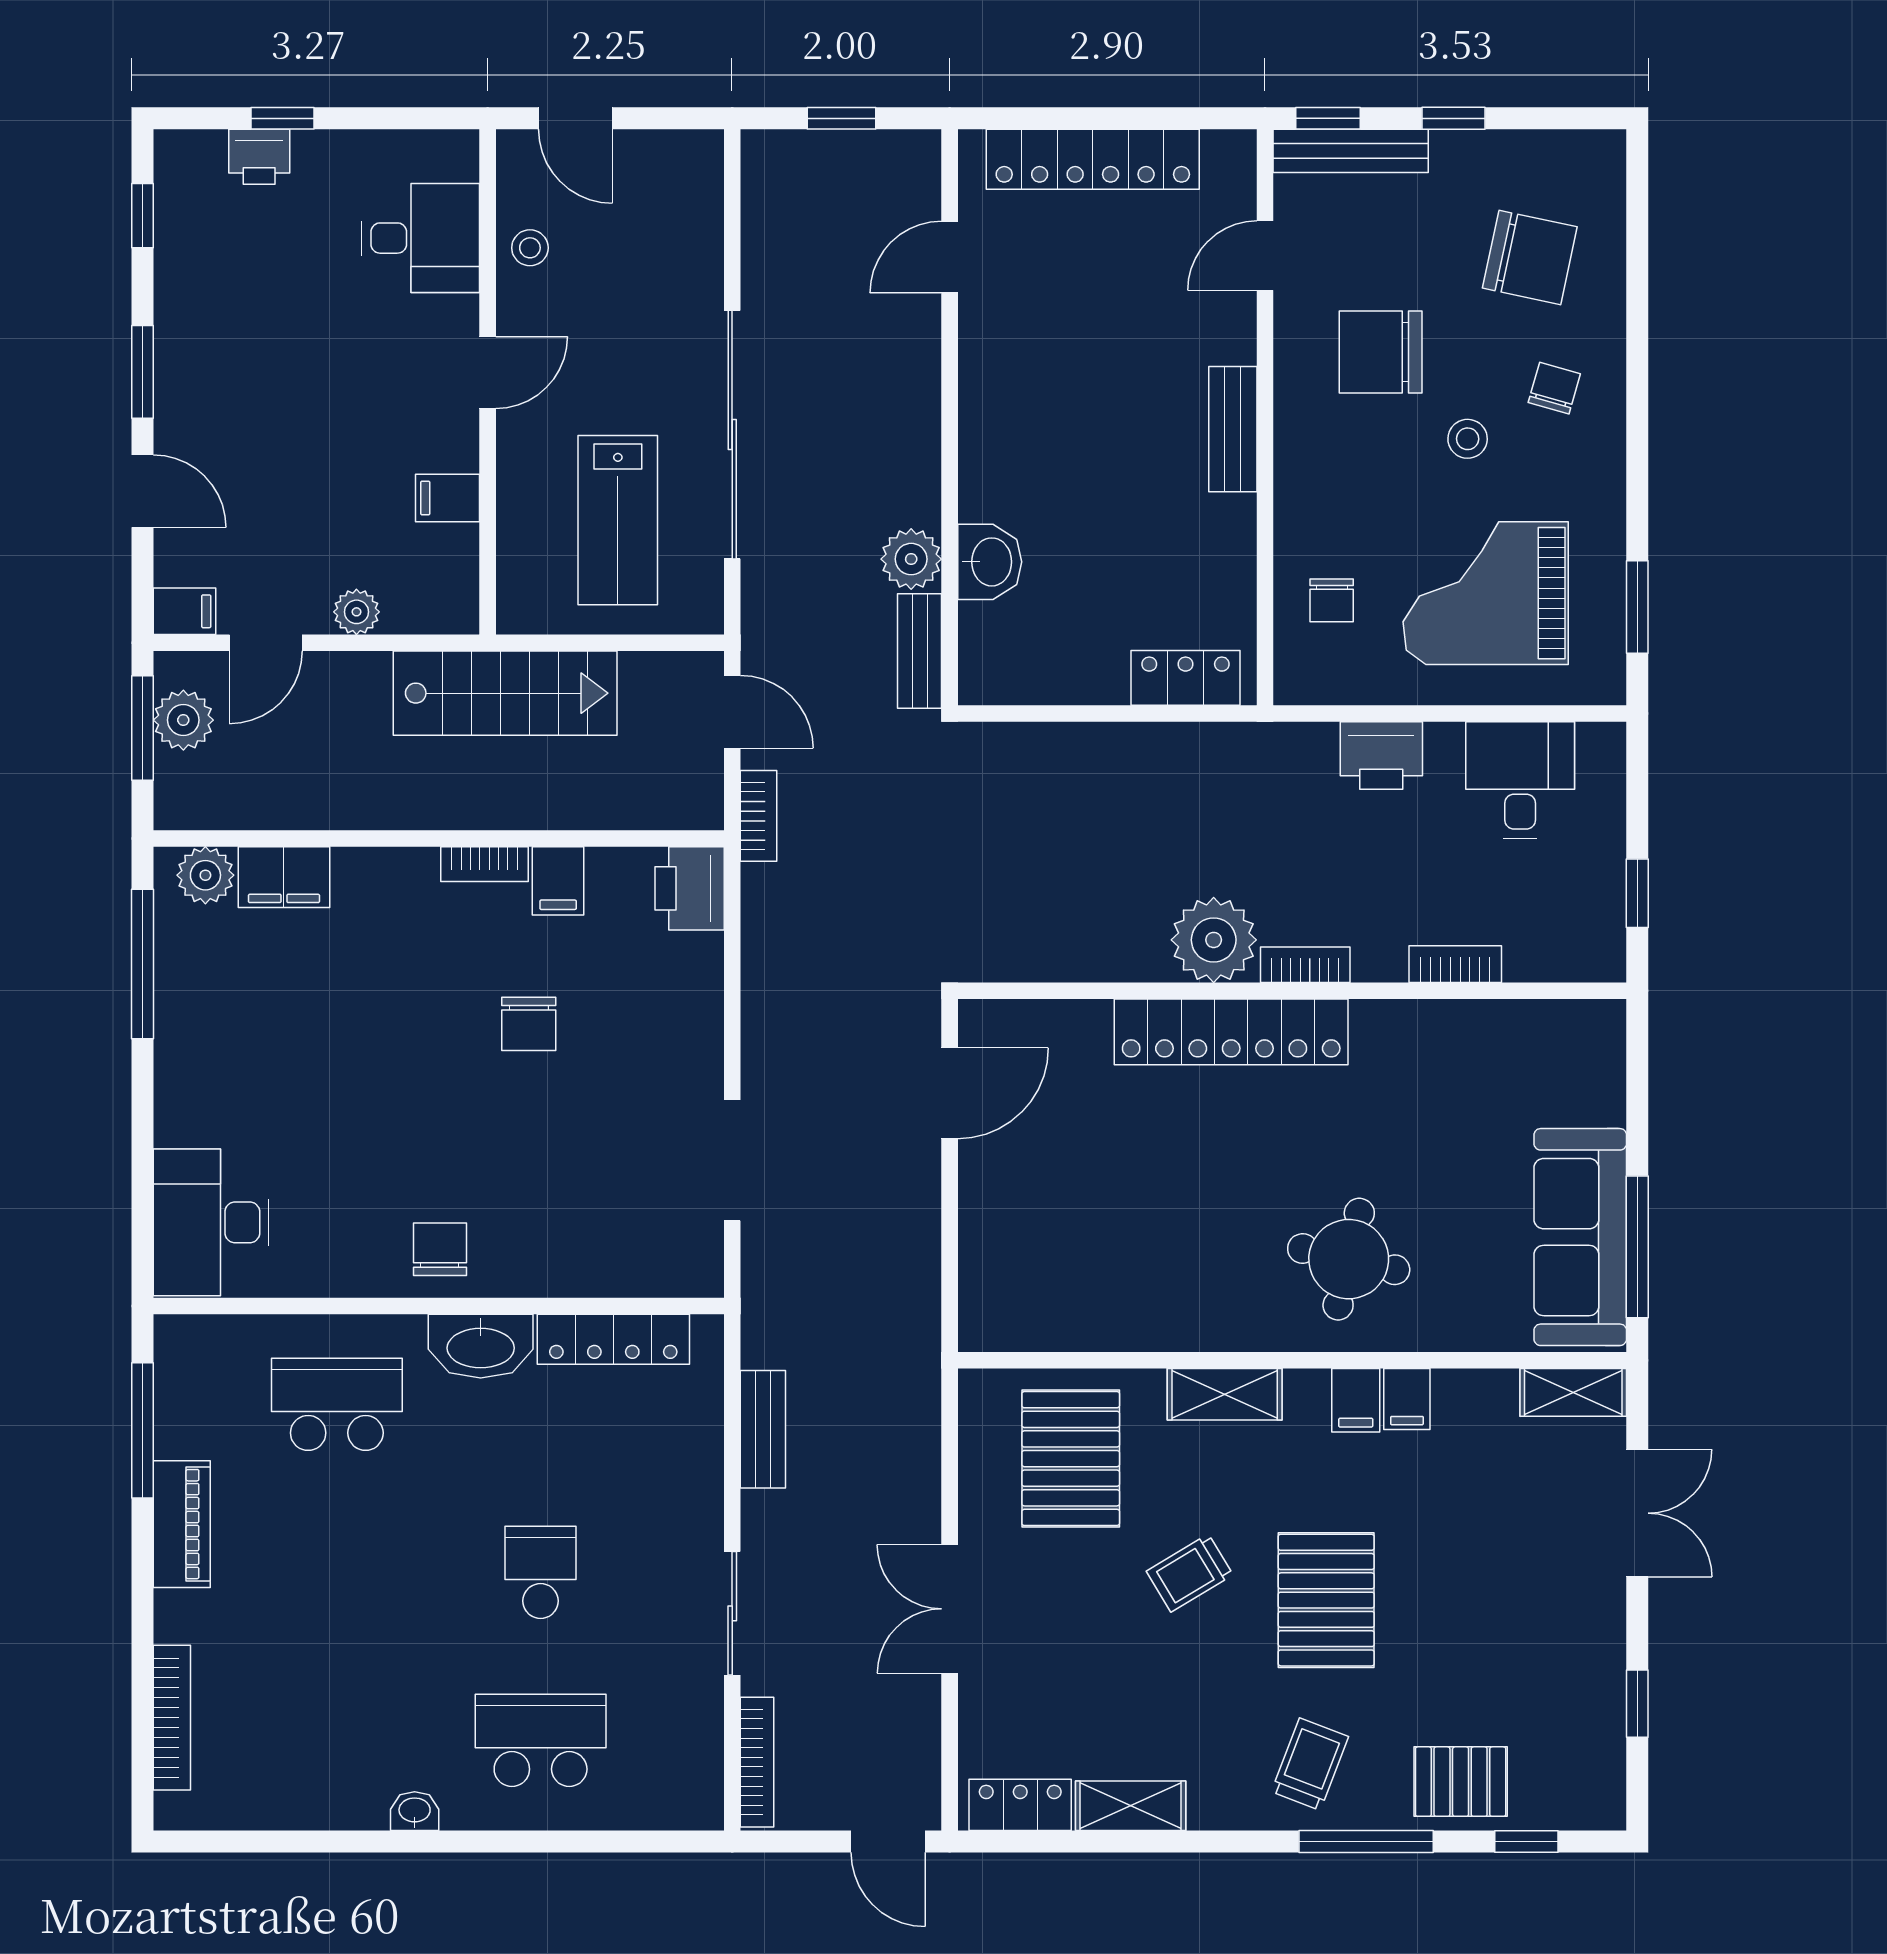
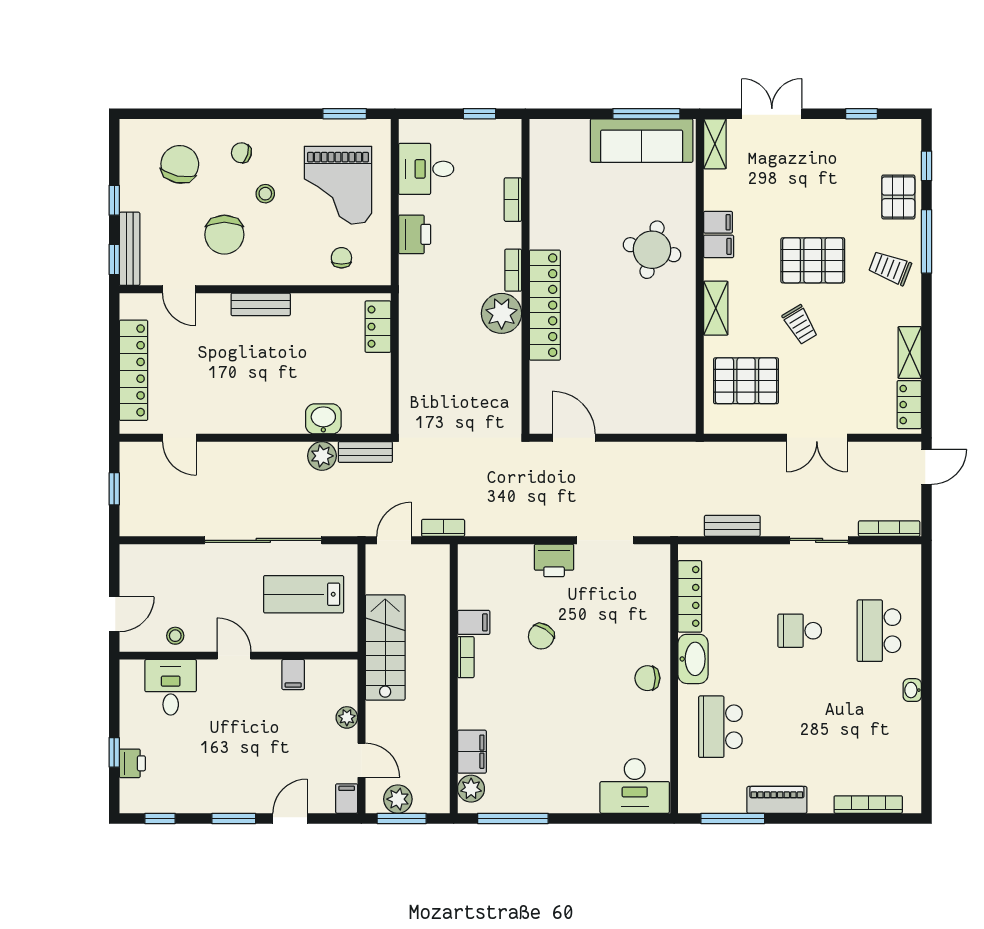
lab bench: (618, 520) -> (304, 594), turned 180
chair: (1332, 600) -> (341, 258), turned -90
printer: (690, 888) -> (554, 560), moved
chair: (529, 1024) -> (541, 636), turned 122

